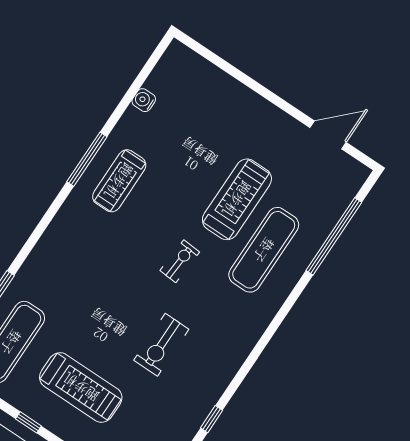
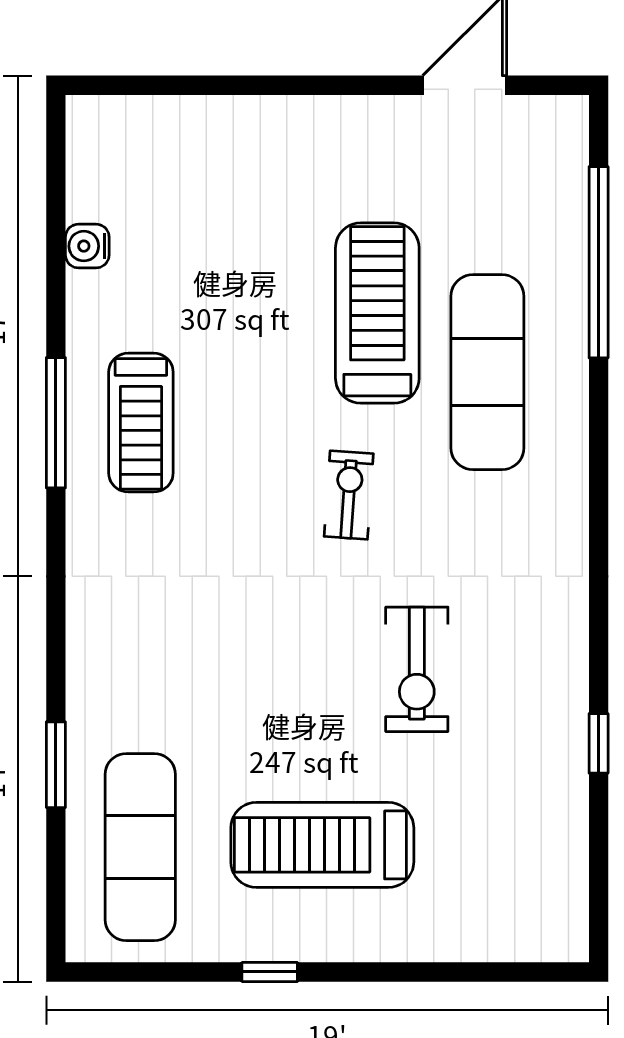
treadmill: (81, 387) -> (322, 845), turned 180

